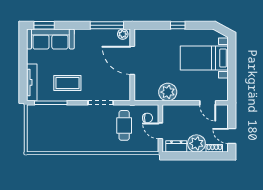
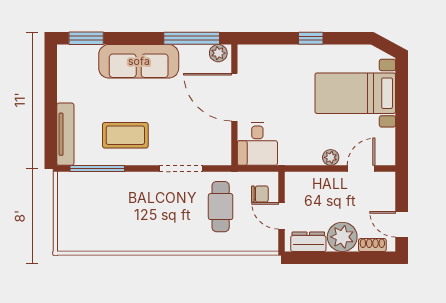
sofa: (50, 39) -> (139, 61), moved
desk: (146, 88) -> (257, 144), added
plant: (168, 92) -> (331, 157), moved, width x0.53, depth x0.53
door: (208, 103) -> (361, 169), swing flipped

